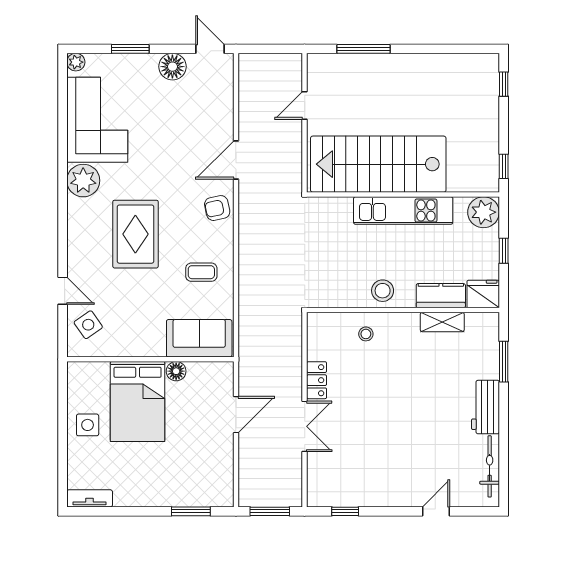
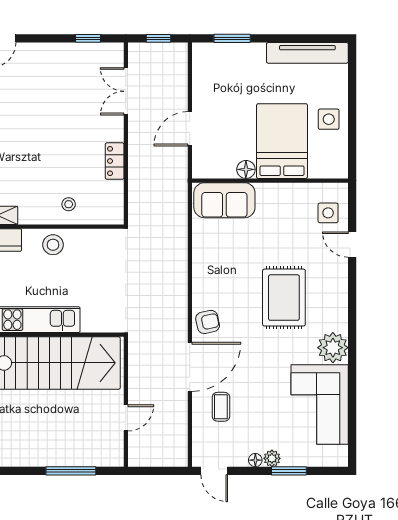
plant: (76, 62) -> (272, 458), moved
floor lamp: (172, 67) -> (255, 460), width x0.53, depth x0.53
door: (236, 160) -> (190, 367), width x1.36
coffee table: (201, 272) -> (221, 407), moved, turned 90
side table: (88, 325) -> (328, 213), turned 35
double door: (305, 426) -> (126, 91), moved
tv unit: (90, 498) -> (307, 53), width x1.92, depth x1.29
window: (270, 511) -> (159, 38), width x0.67

